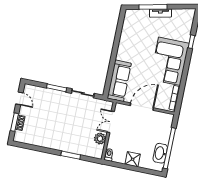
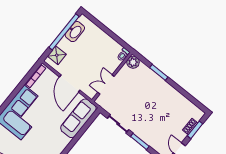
door: (142, 107) -> (70, 83), hinge flipped
double door: (111, 122) -> (106, 84), swing flipped
plant: (100, 139) -> (133, 62), moved
shower: (133, 159) -> (57, 55), moved

